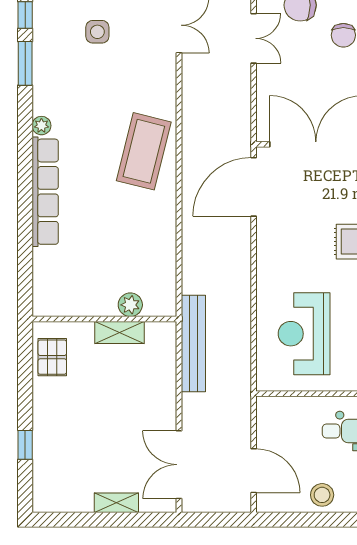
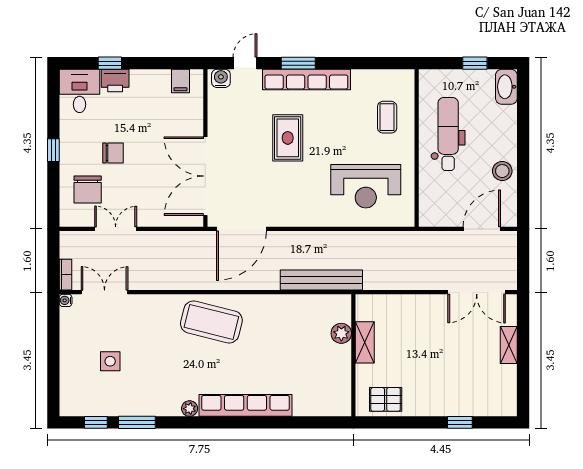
door: (254, 187) -> (241, 229), hinge flipped
bench: (193, 343) -> (321, 280), moved

